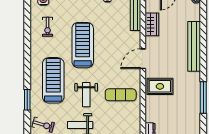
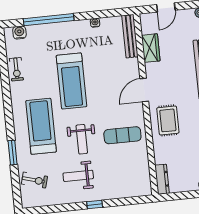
exercise bike: (48, 27) -> (16, 69), moved
treadmill: (83, 45) -> (72, 81), turned 180
rug: (160, 86) -> (168, 120), turned 90

